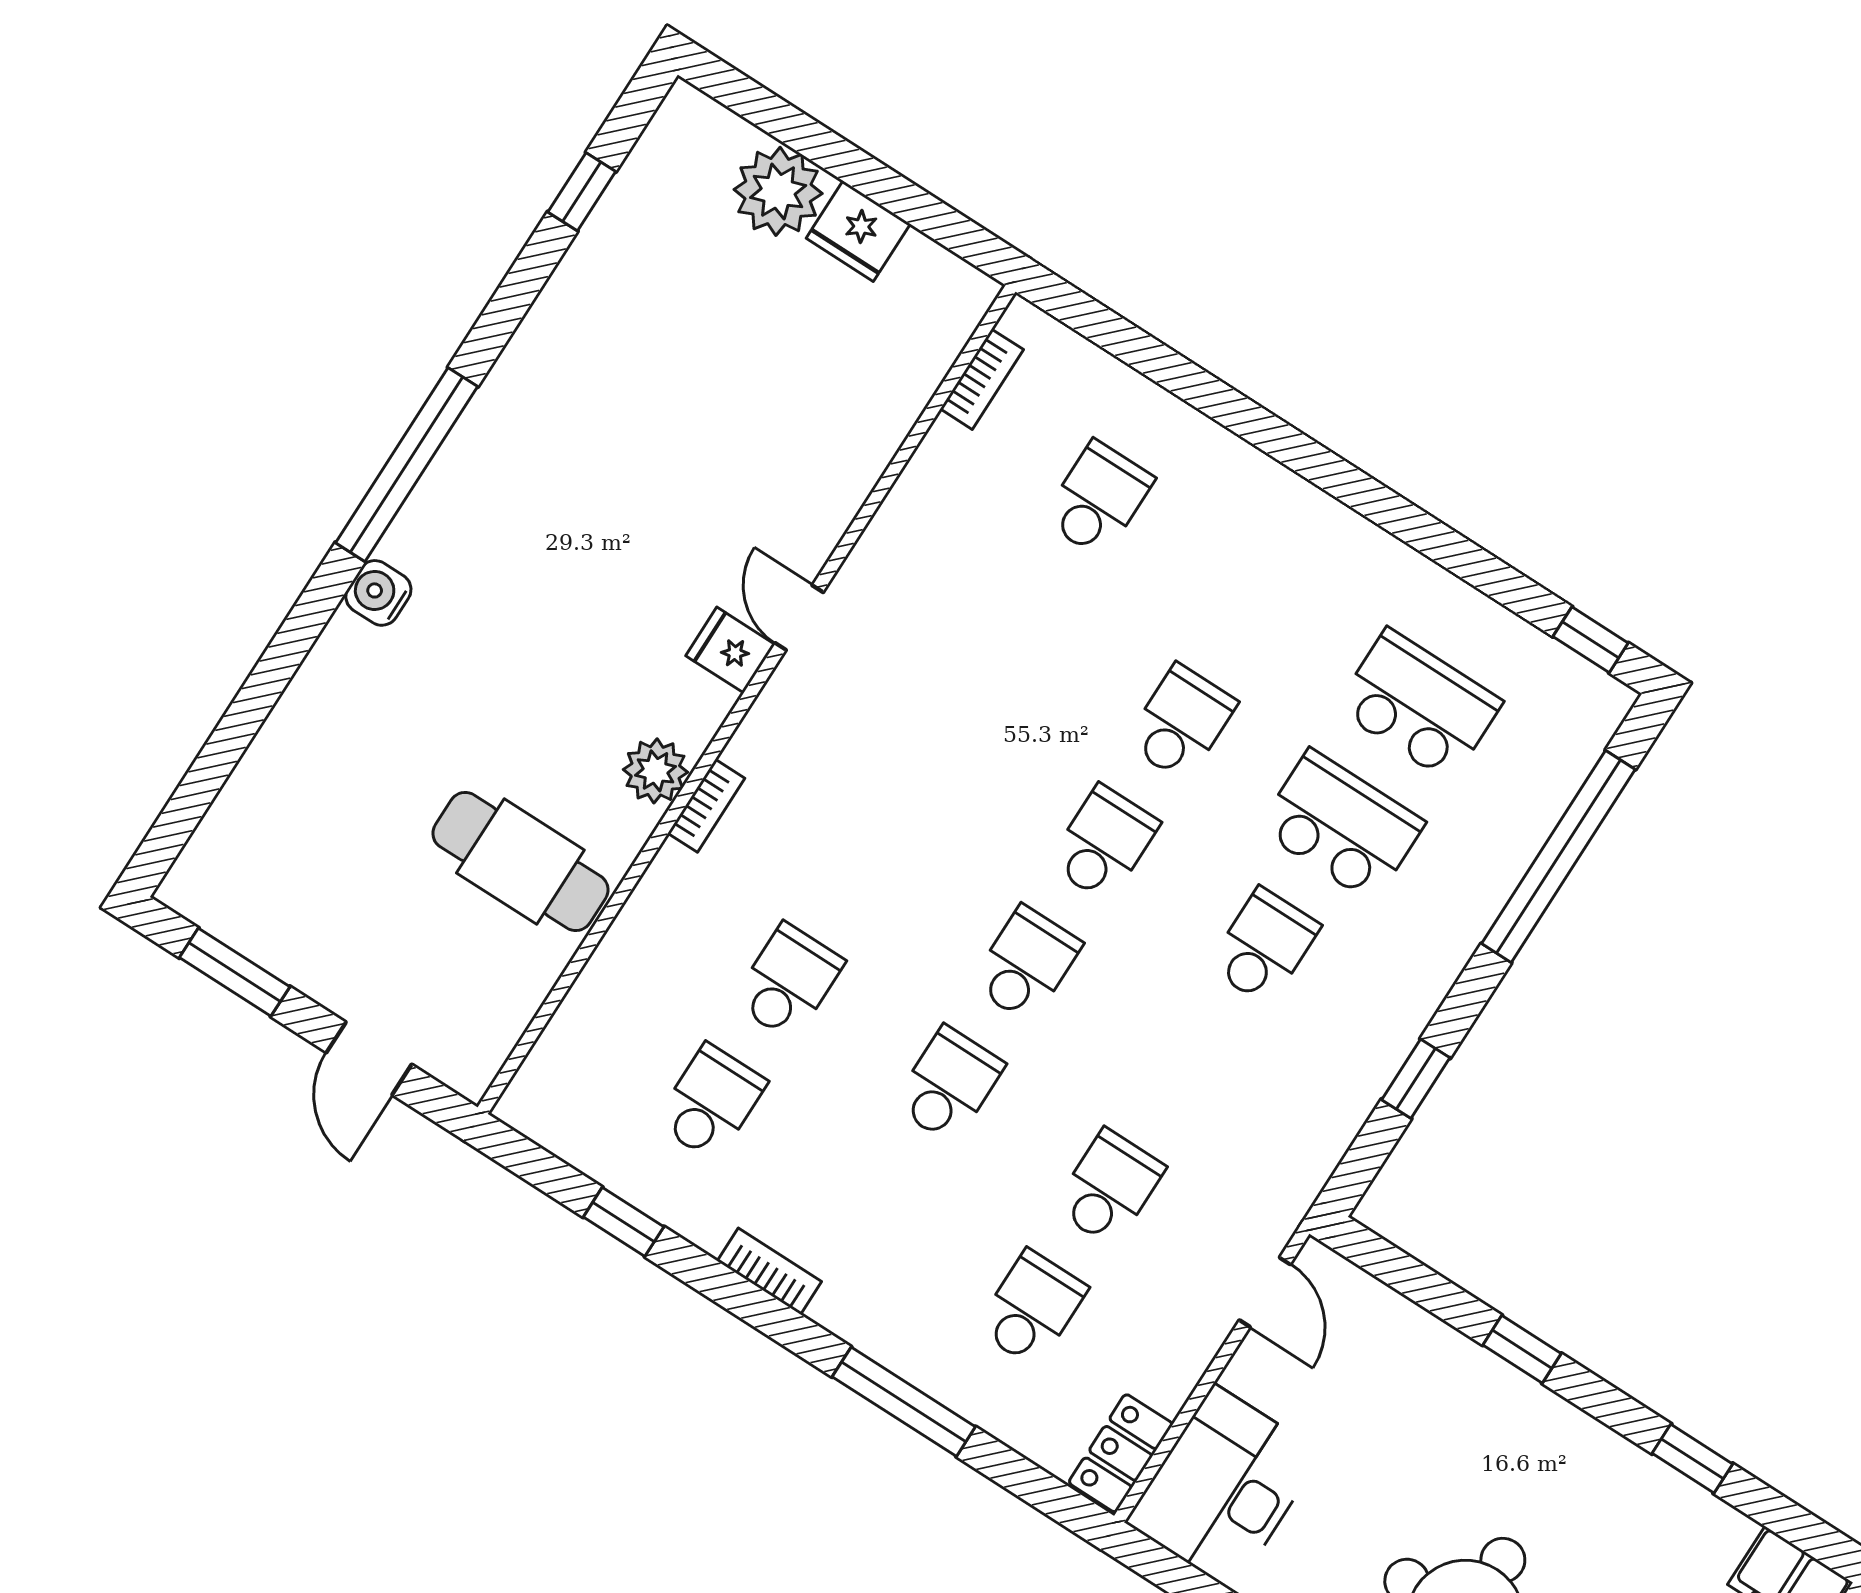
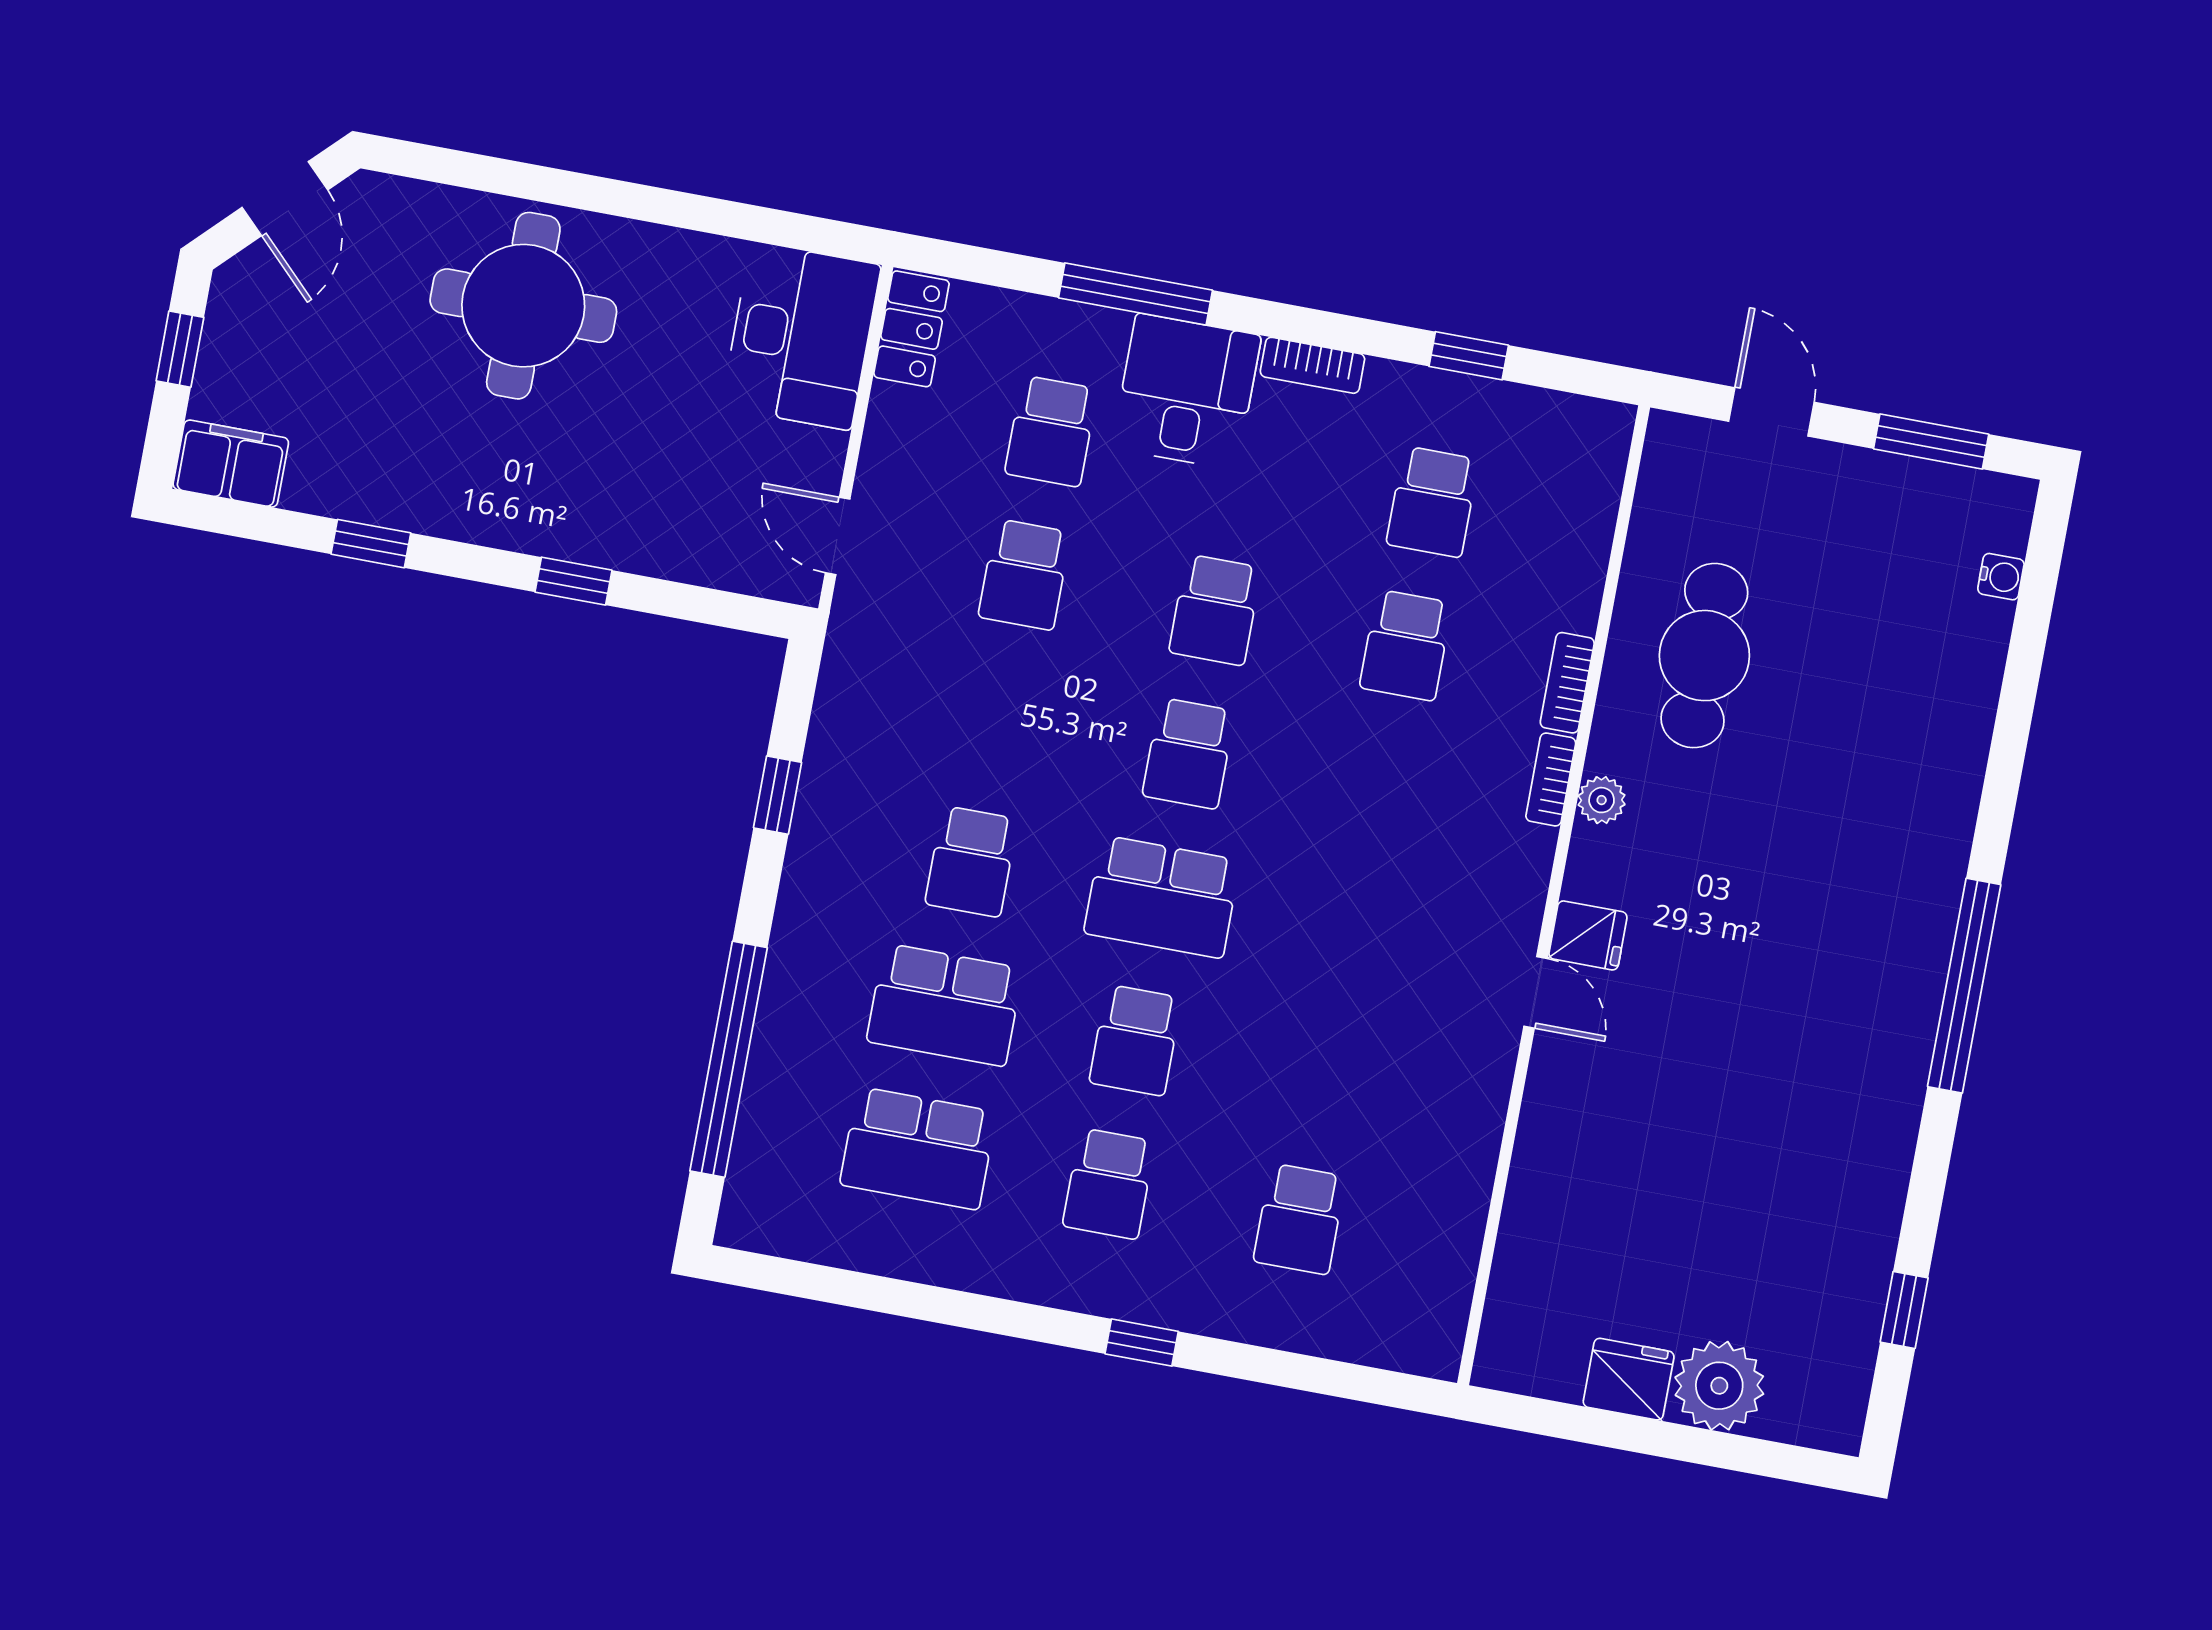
bookcase: (982, 379) -> (1567, 683), moved
water cooler: (378, 593) -> (2001, 577), moved, width x0.72, depth x0.72
school desk: (1259, 602) -> (1109, 1184), added
window: (1591, 640) -> (1142, 1343), moved
plant: (655, 771) -> (1602, 800), width x0.73, depth x0.73
school desk: (1104, 843) -> (1162, 897), width x1.85
cafe table: (520, 862) -> (1704, 656), turned 90
desk: (894, 1294) -> (1186, 392), added

